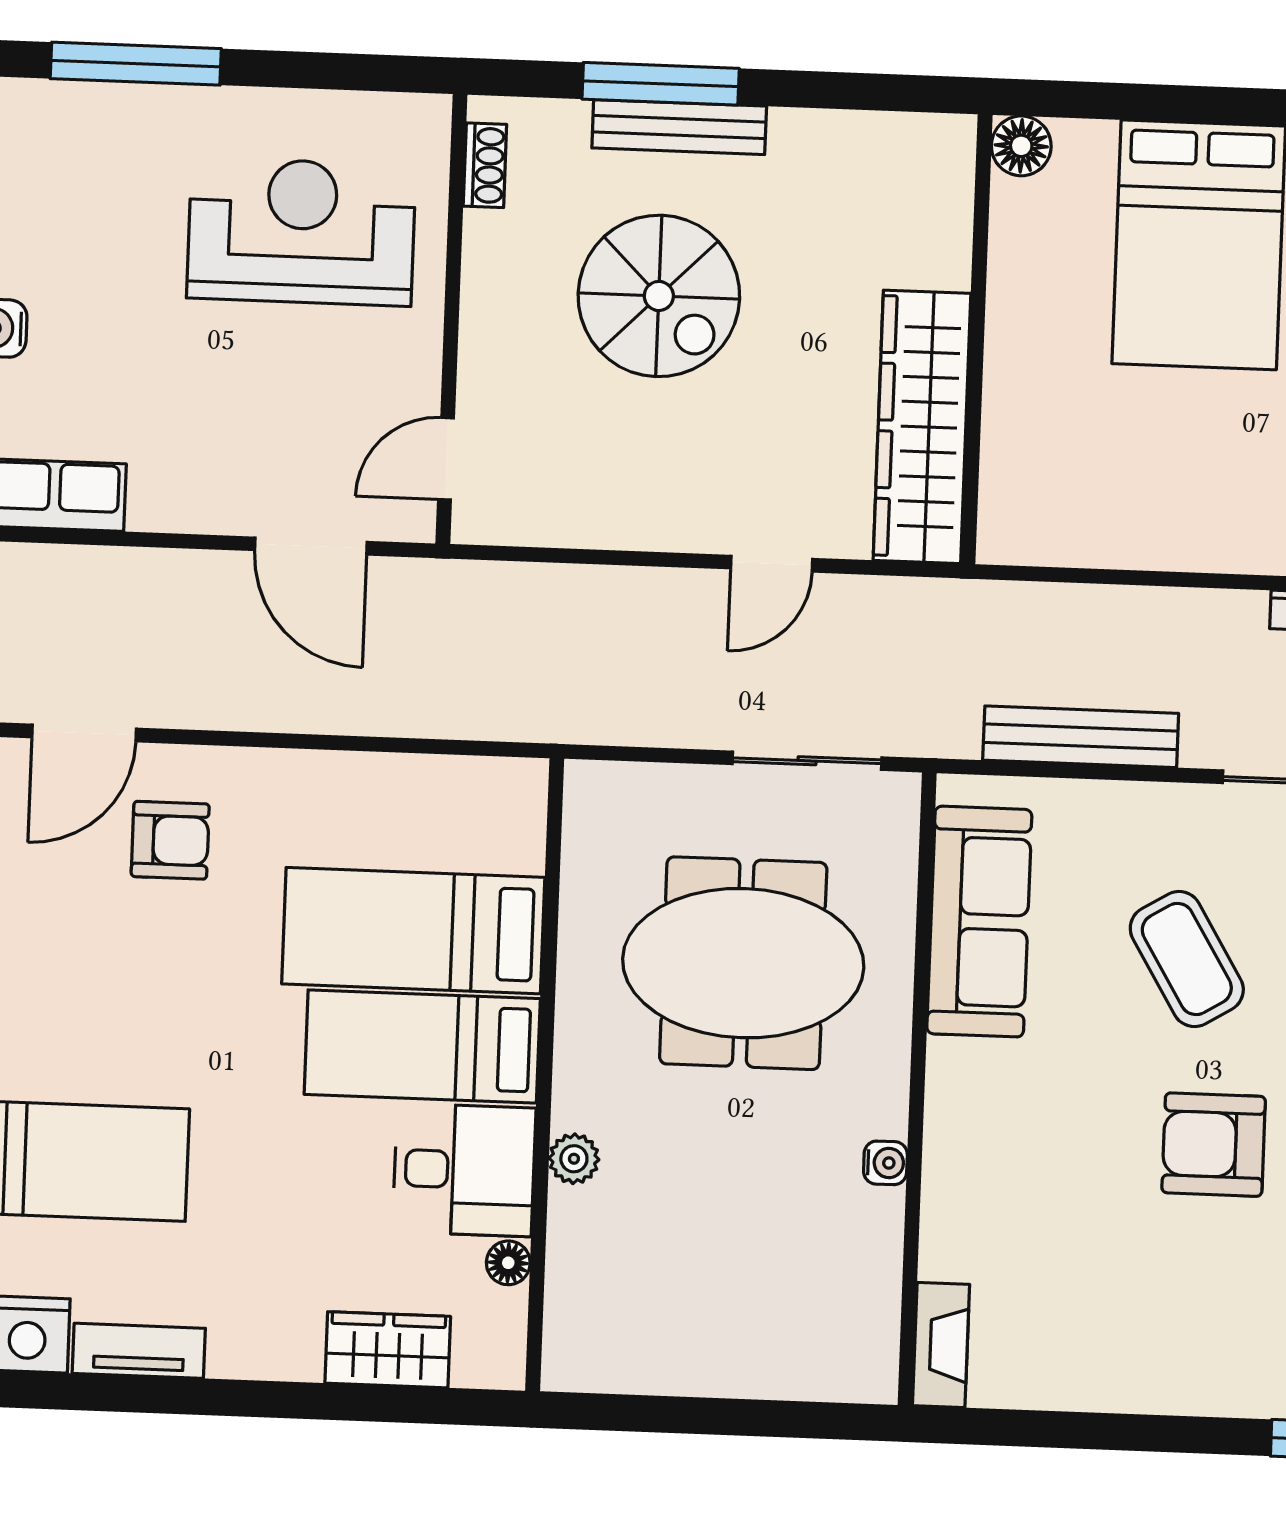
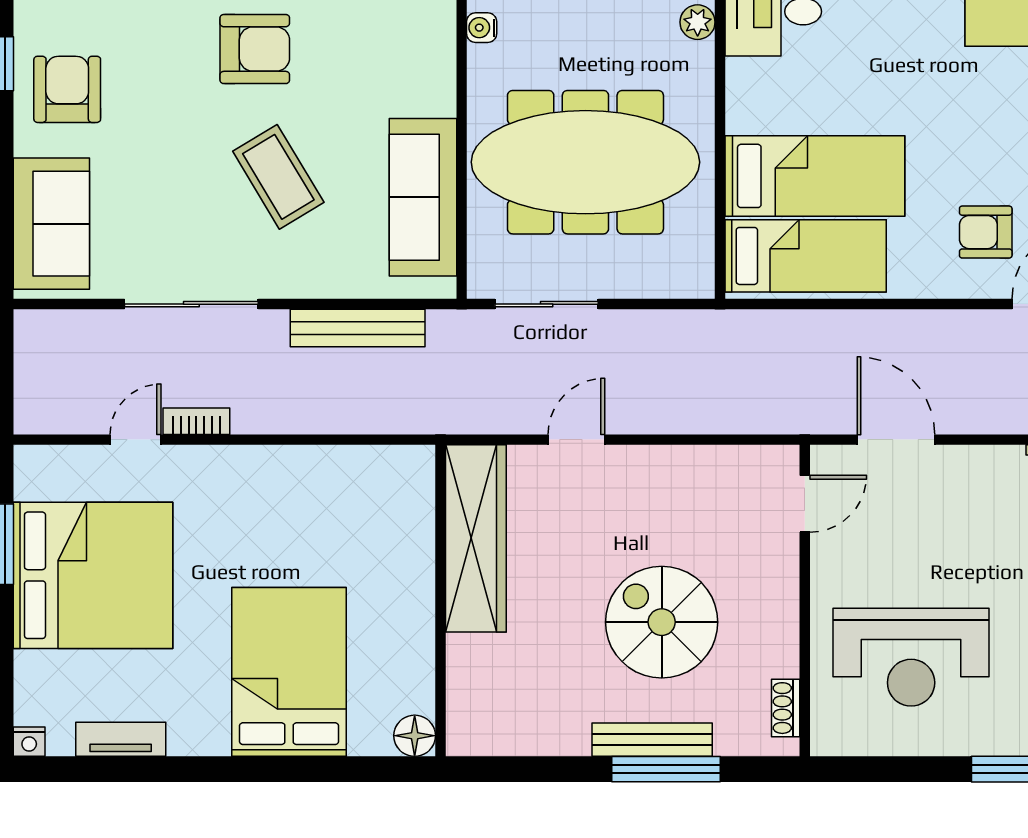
meeting table: (743, 963) -> (585, 162), width x1.36
bed: (422, 1047) -> (806, 256), moved

